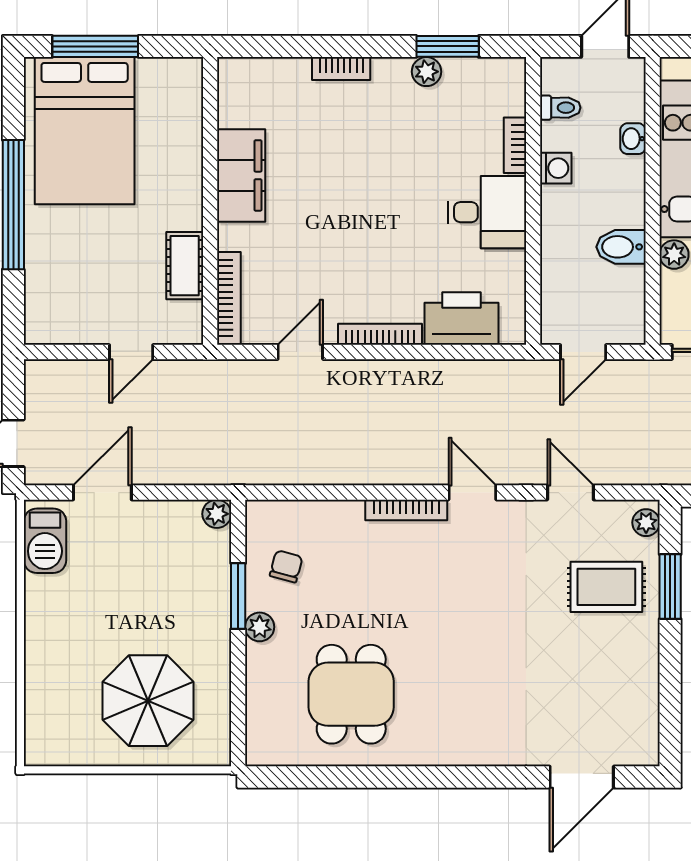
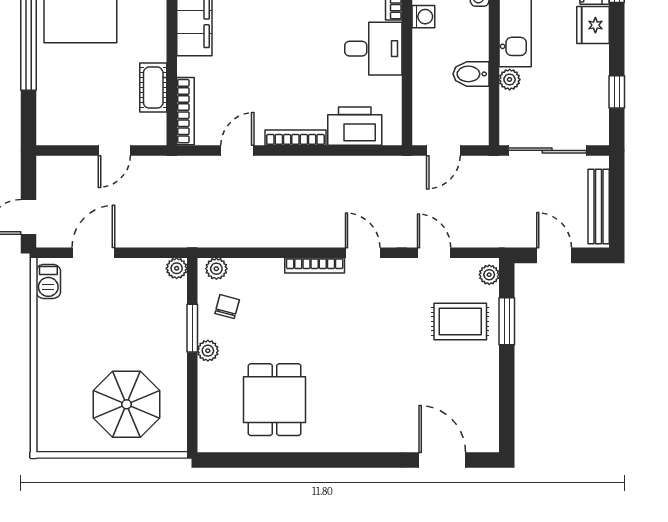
plant: (271, 514) -> (216, 269), added
barbecue: (45, 541) -> (48, 281), width x0.73, depth x0.79
door: (582, 777) -> (442, 460), swing flipped

